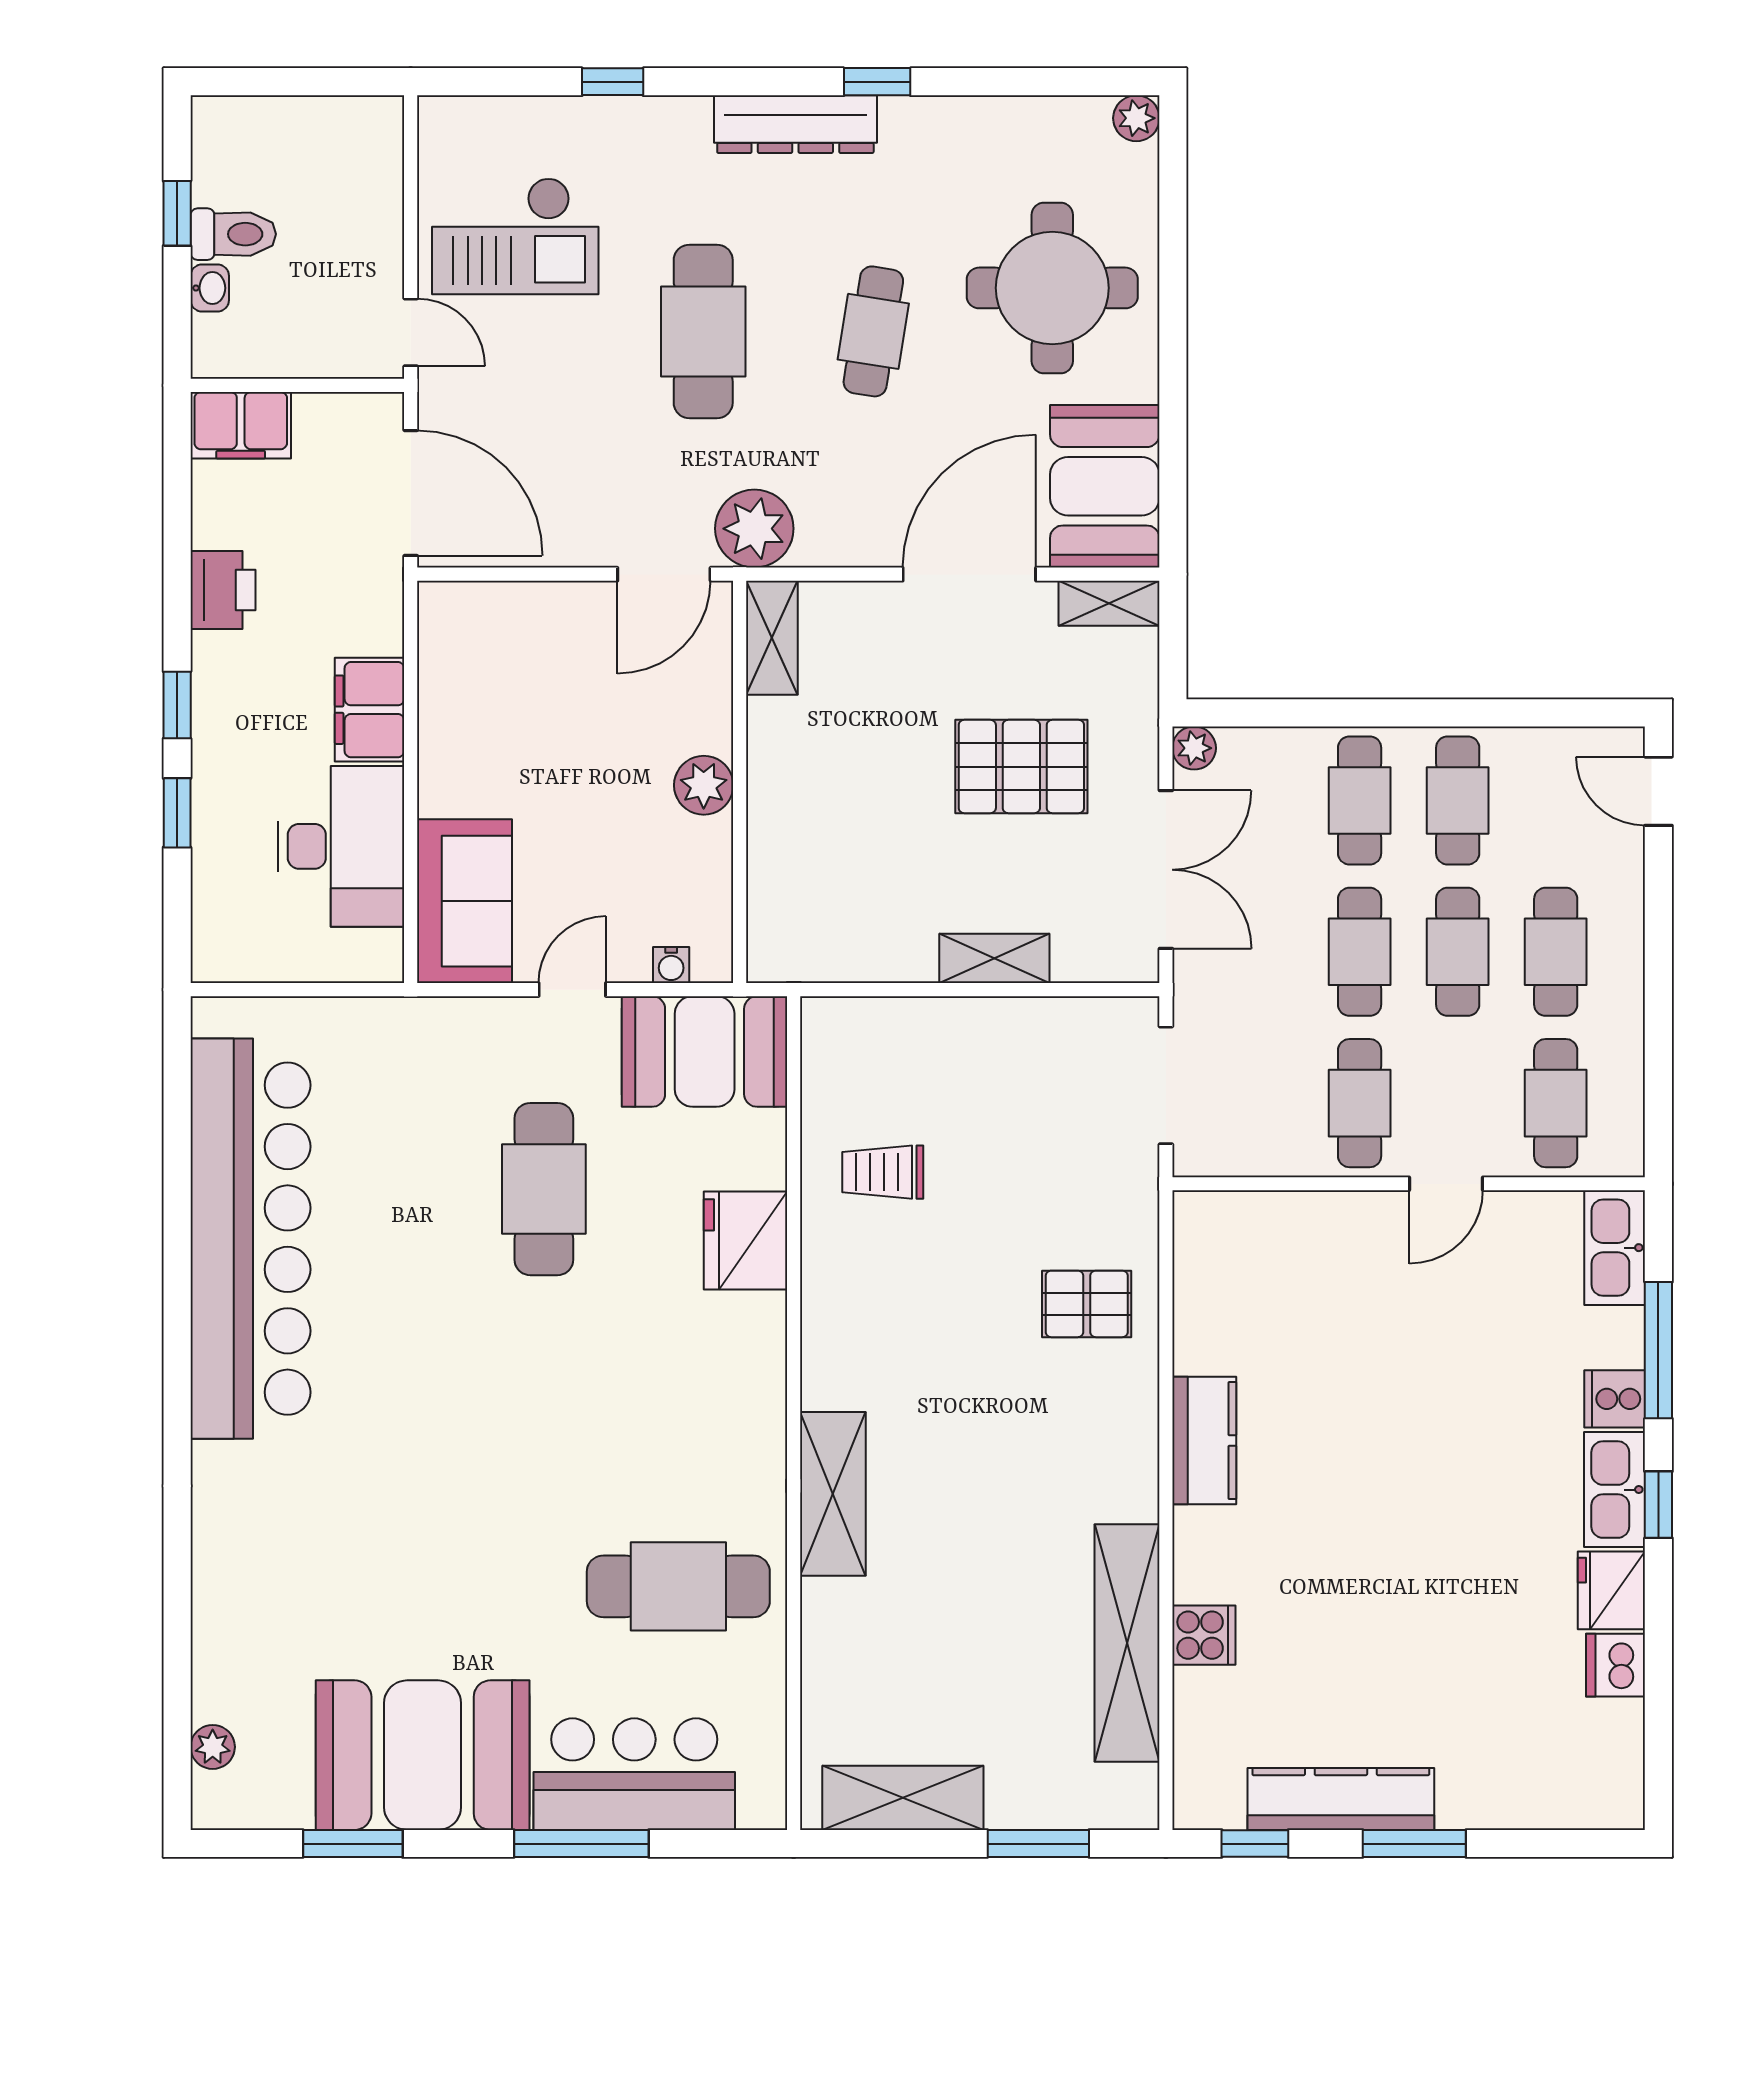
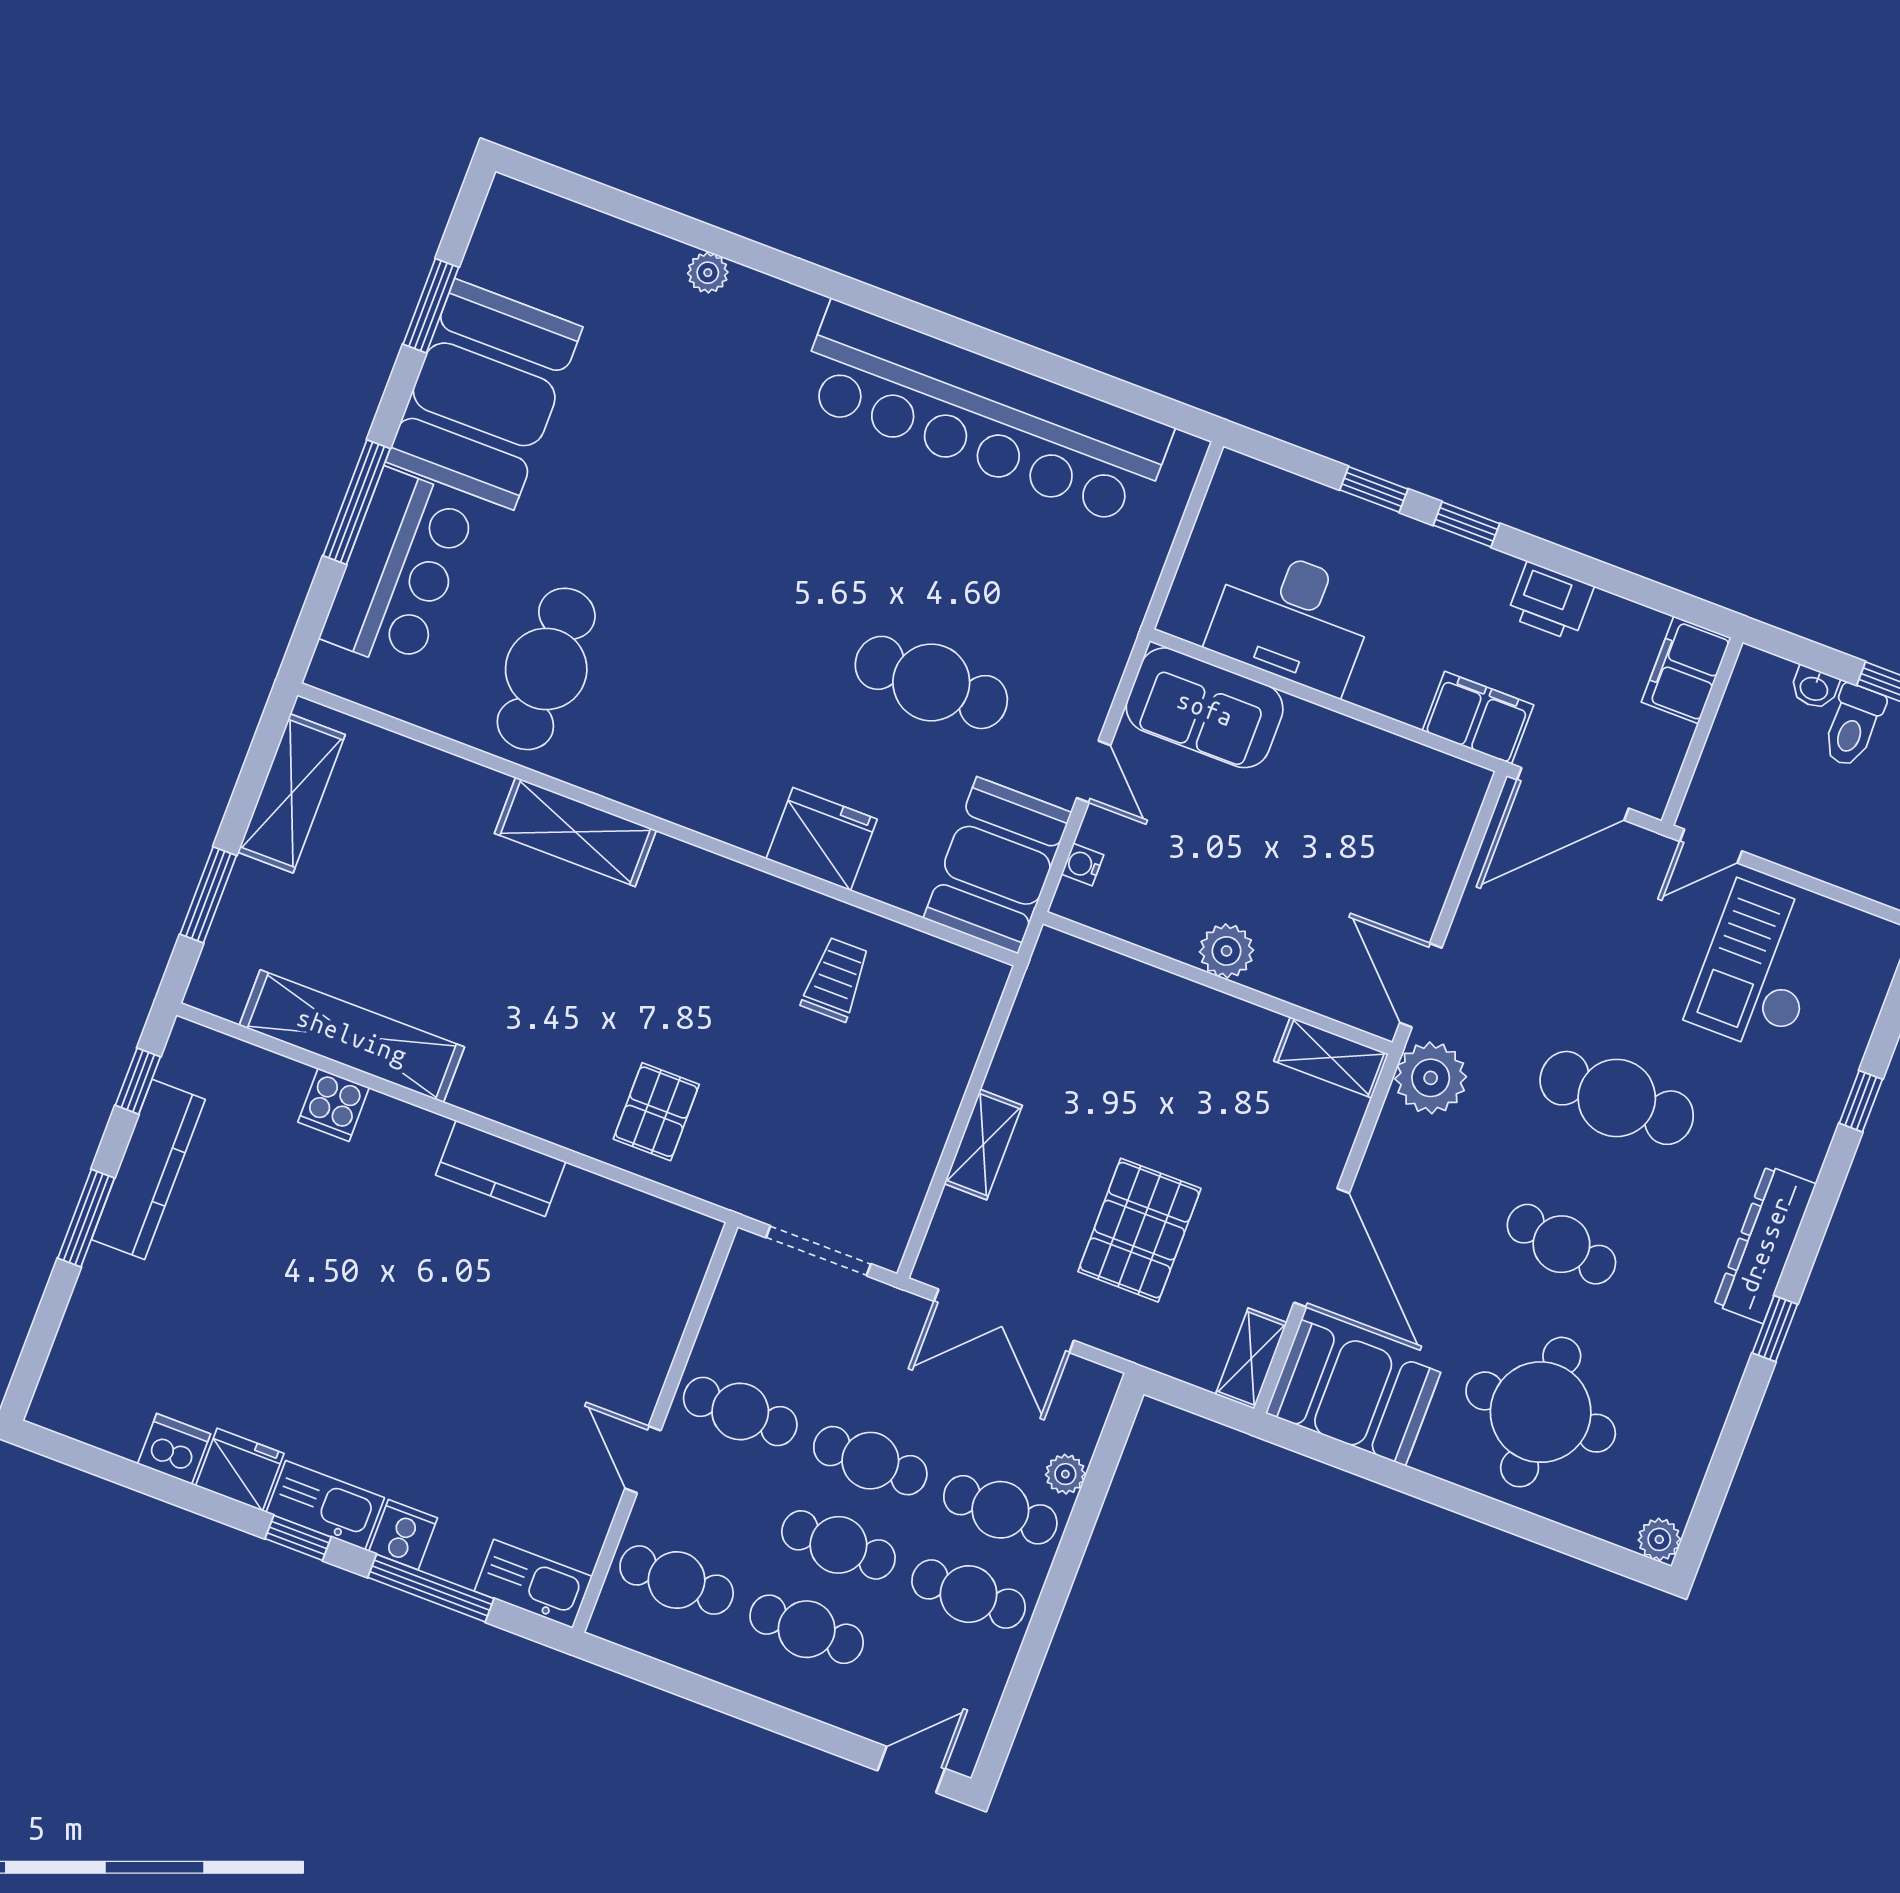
filing cabinet: (370, 710) -> (1478, 718), moved
plant: (1194, 748) -> (1065, 1474), moved
plant: (213, 1747) -> (708, 273), moved

